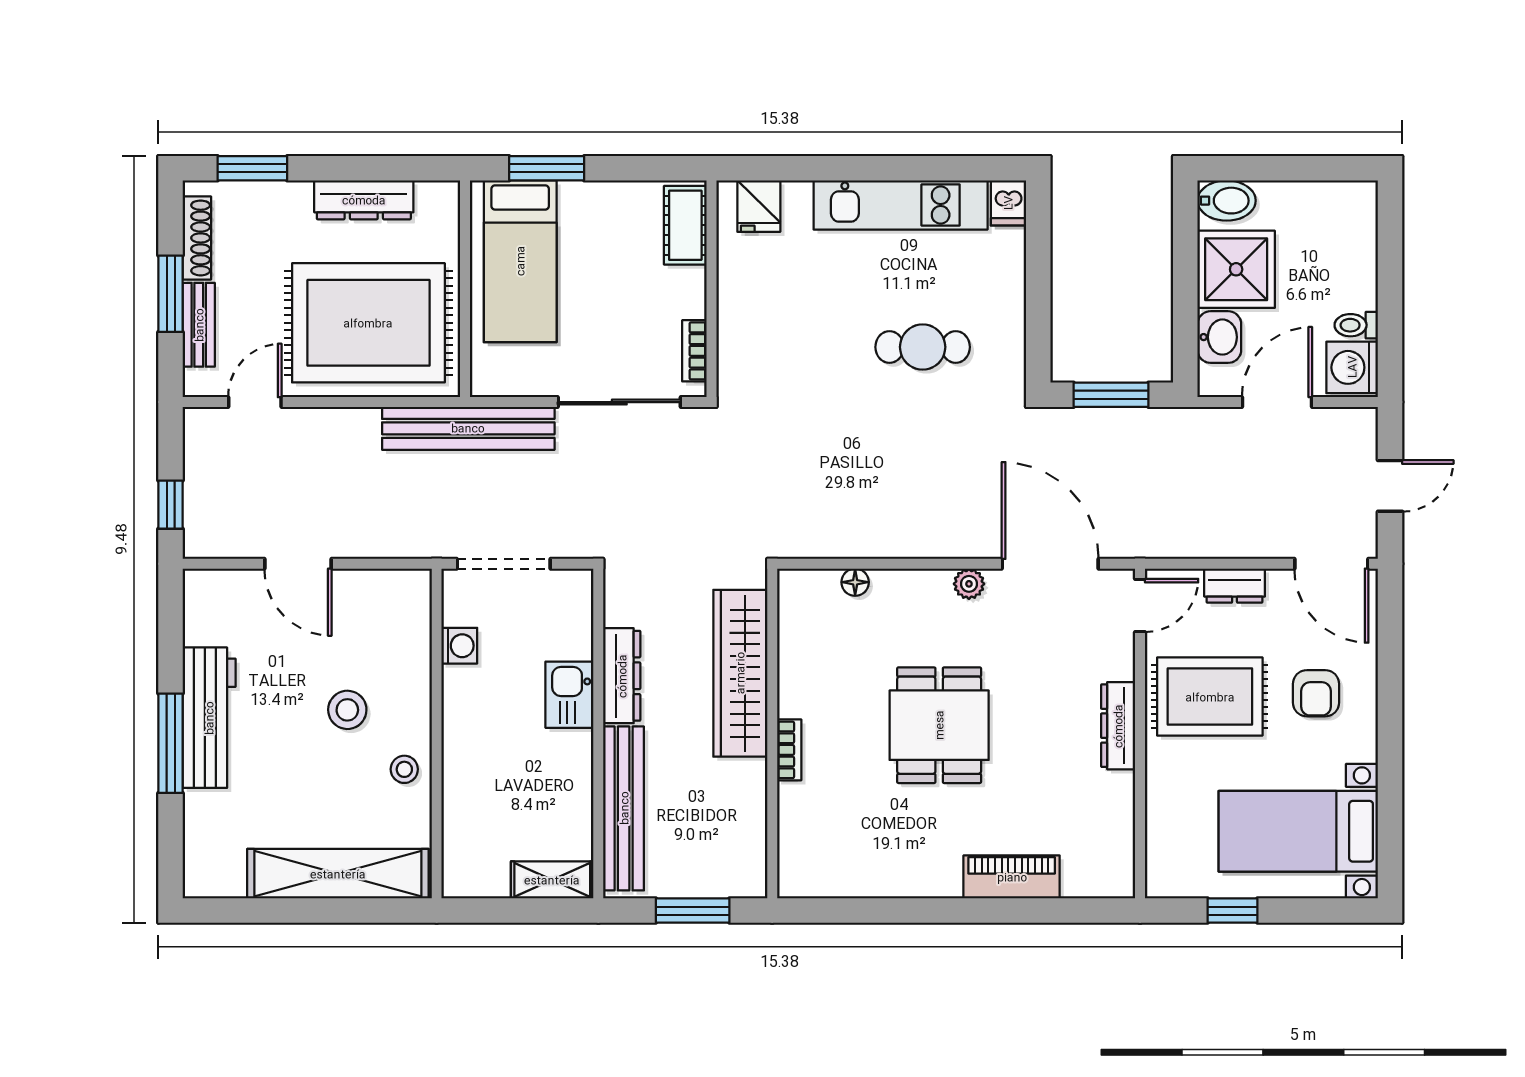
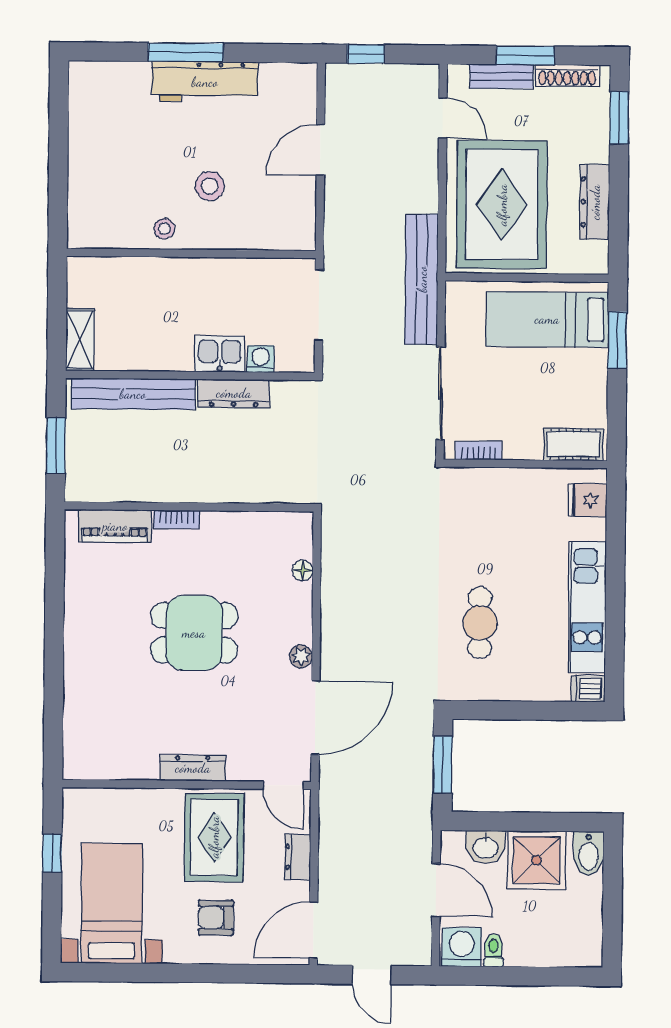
washing machine: (459, 646) -> (261, 359), moved, turned 180
wardrobe: (740, 673) -> (235, 483), removed
shelving: (338, 874) -> (86, 178), removed
piano: (1012, 877) -> (115, 526), moved, turned 90

